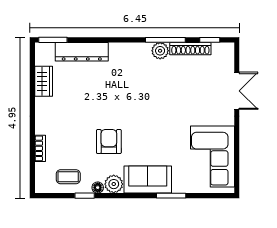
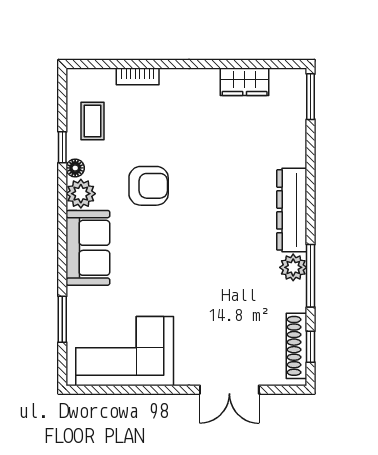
shoe rack: (190, 49) -> (297, 346), moved
dresser: (82, 52) -> (292, 210), moved
window: (171, 196) -> (62, 319), moved

